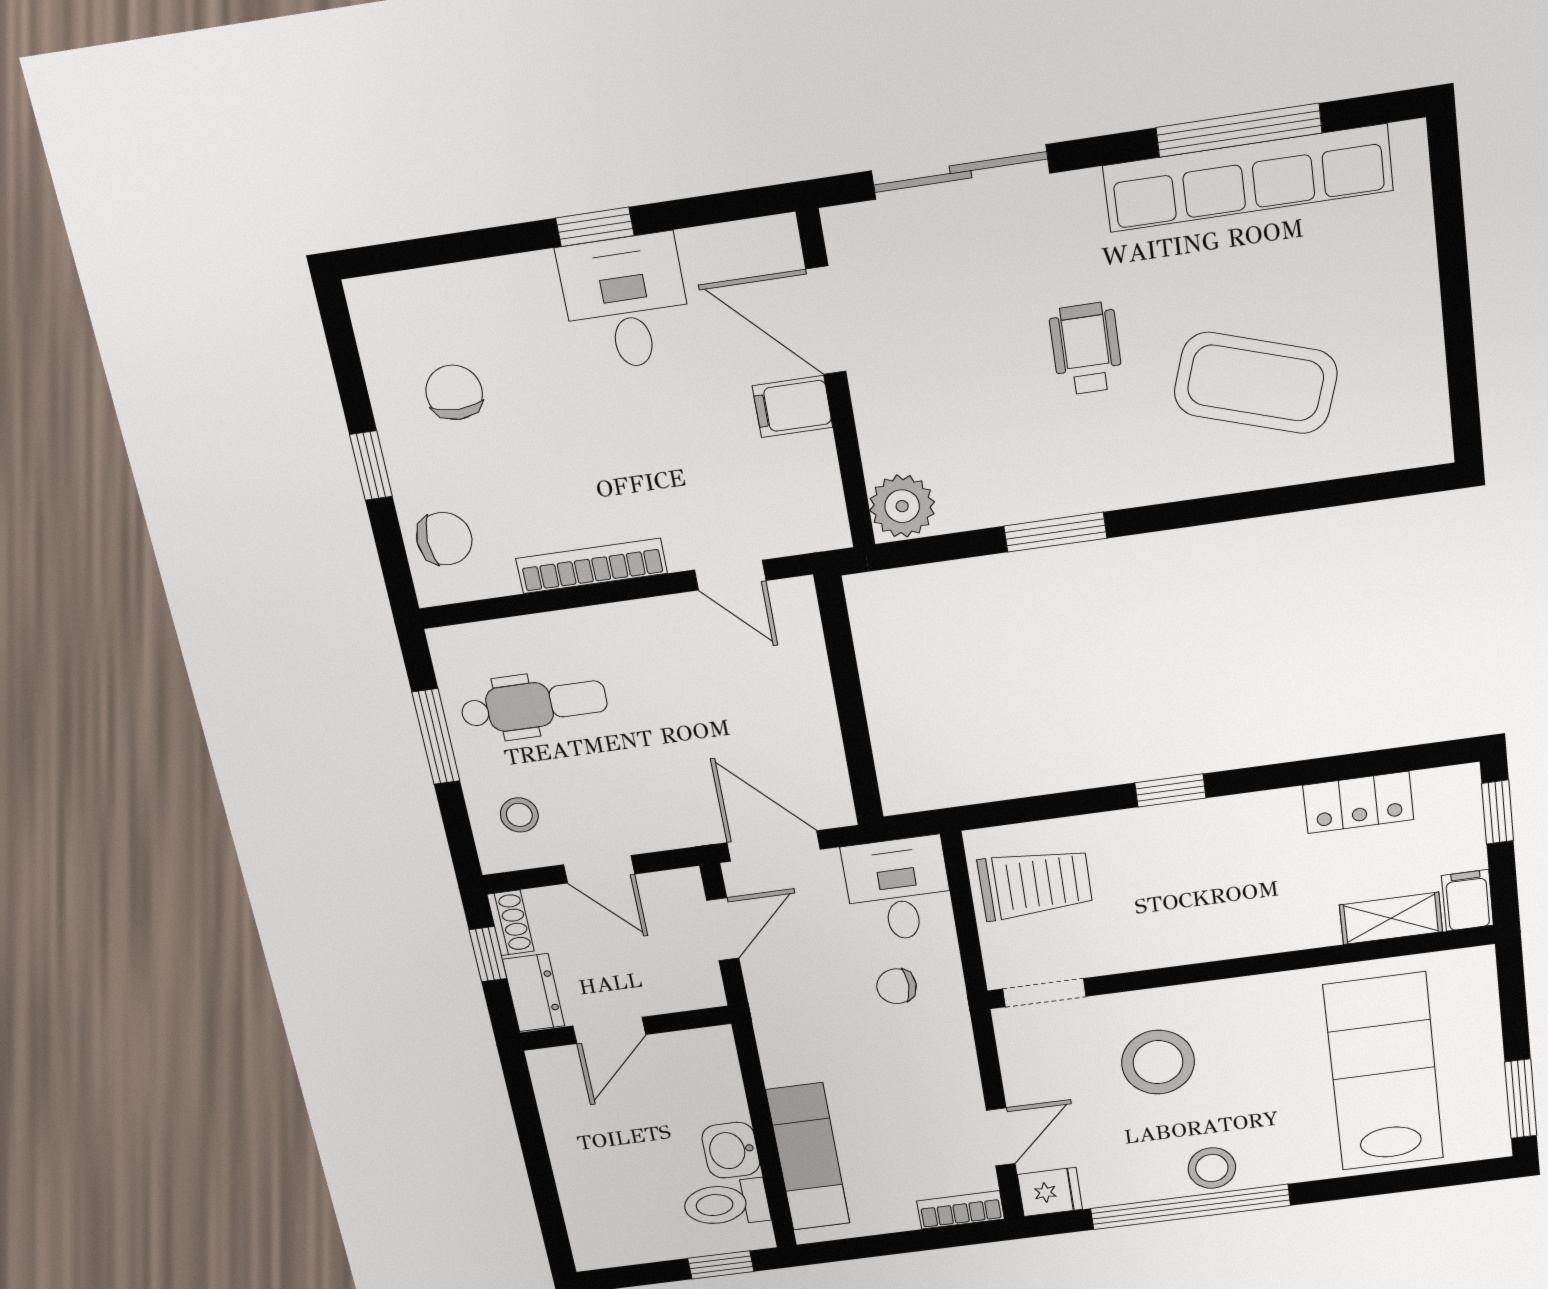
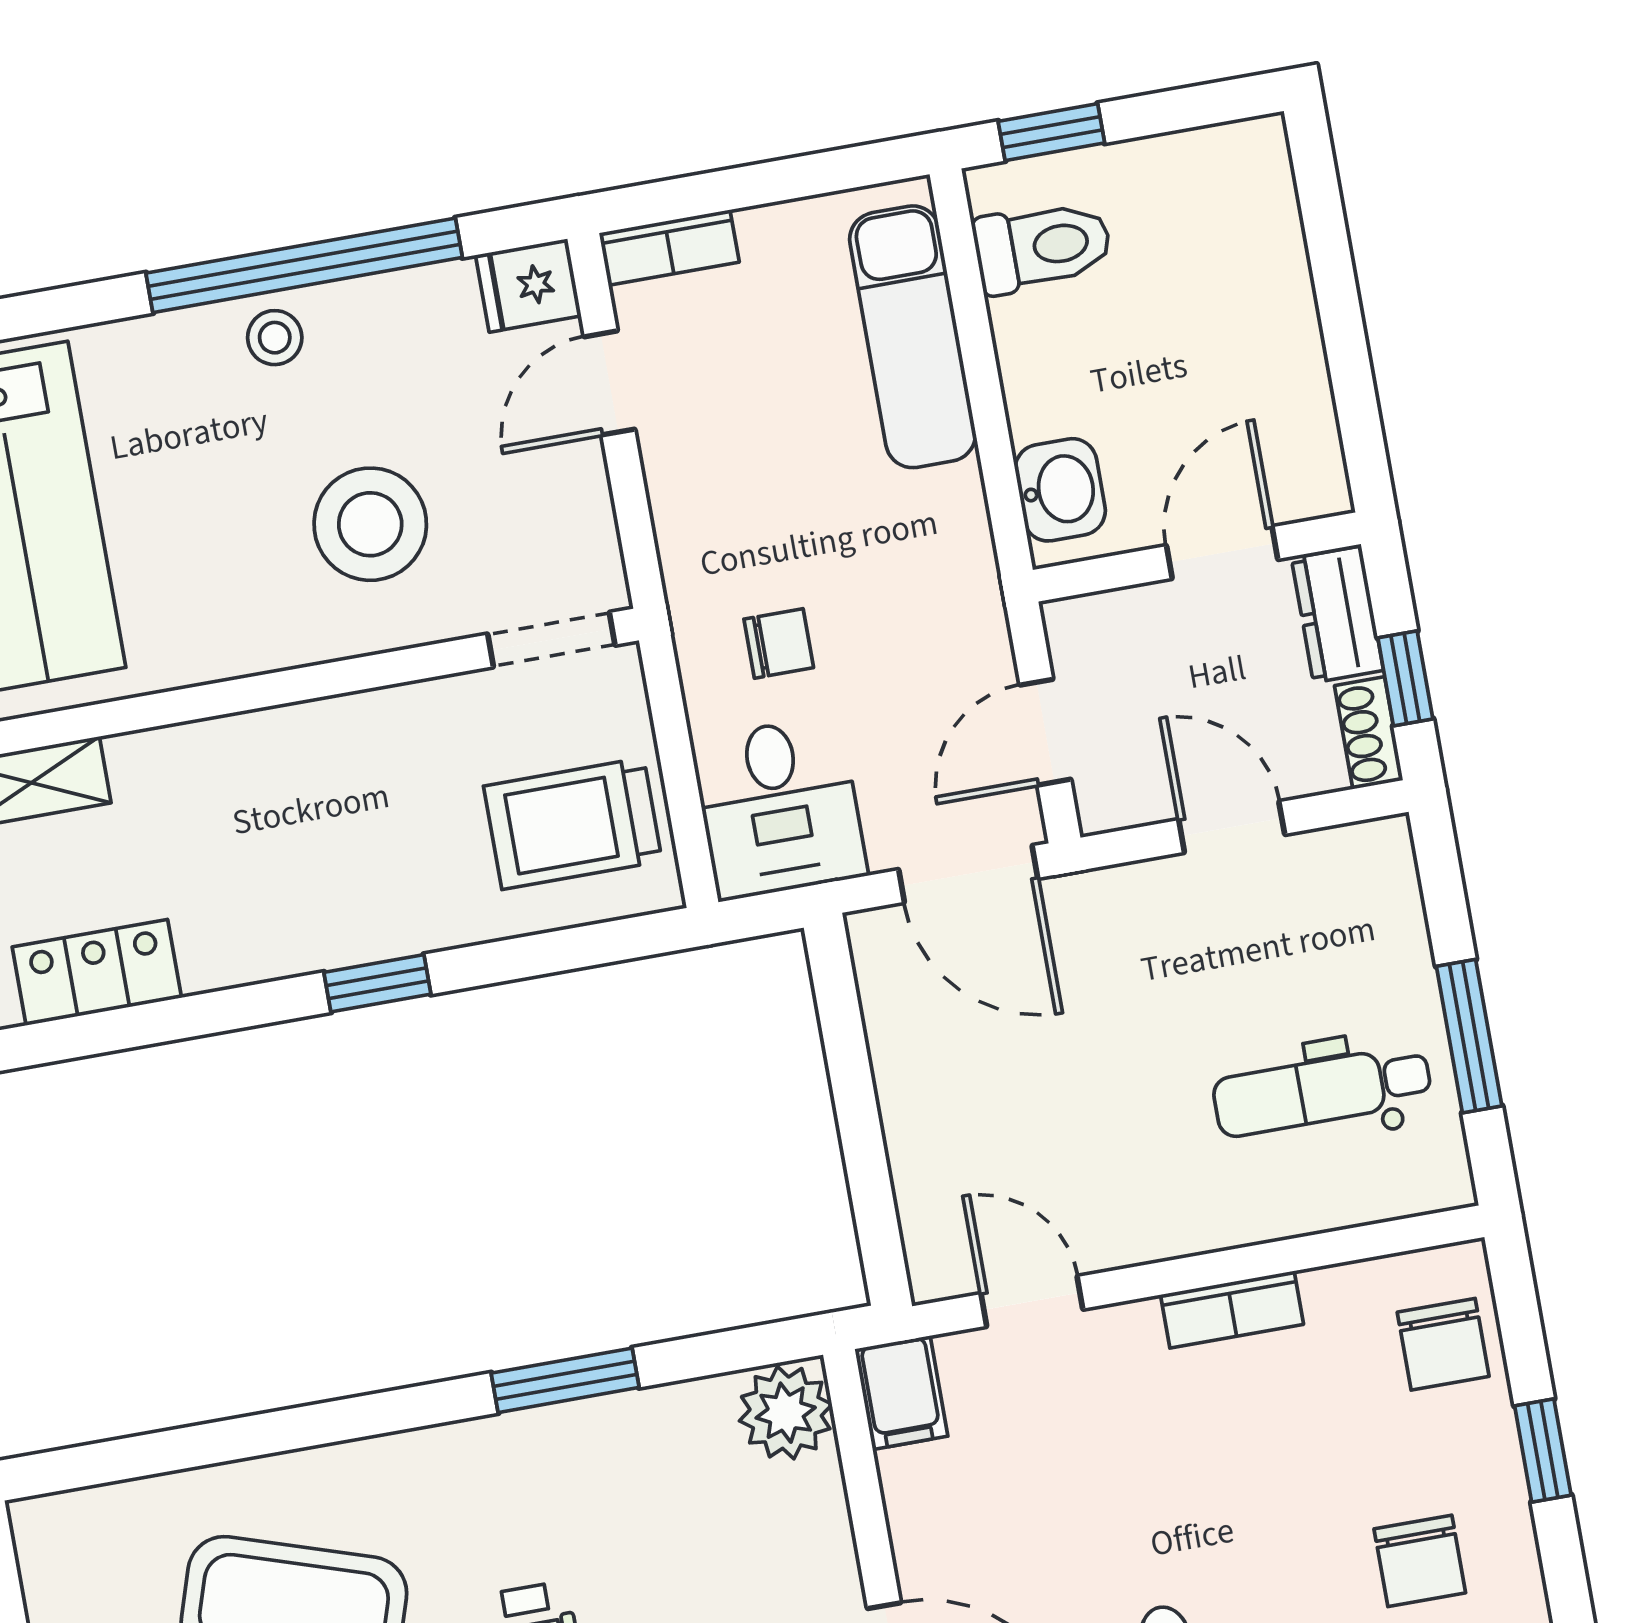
filing cabinet: (793, 407) -> (901, 1393), moved, turned 90
chair: (444, 539) -> (1443, 1344), turned -90
bookcase: (592, 566) -> (1232, 1309), width x0.64
stool: (519, 815) -> (1350, 913), removed
washbasin: (731, 1150) -> (1060, 490), moved
stool: (1212, 1168) -> (275, 338), width x0.73, depth x0.73

